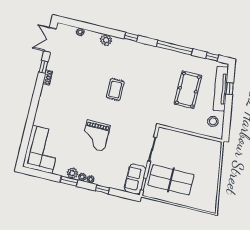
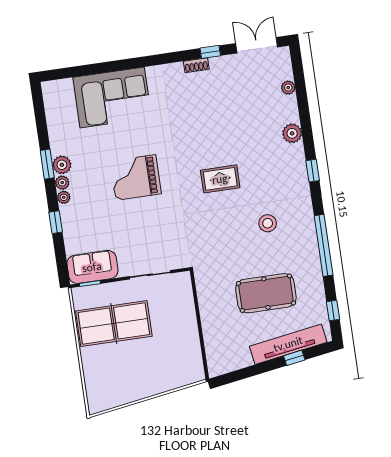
stool: (213, 121) -> (268, 223), moved
corner sofa: (42, 149) -> (112, 97), moved
table tennis table: (171, 180) -> (114, 324), turned 90

